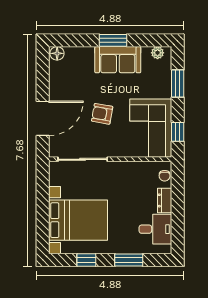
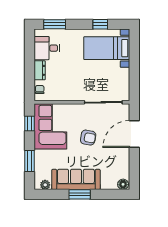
sofa: (118, 60) -> (76, 179), width x1.36
bed with nightstands: (78, 220) -> (107, 48), width x0.73
window: (129, 260) -> (55, 24), moved

